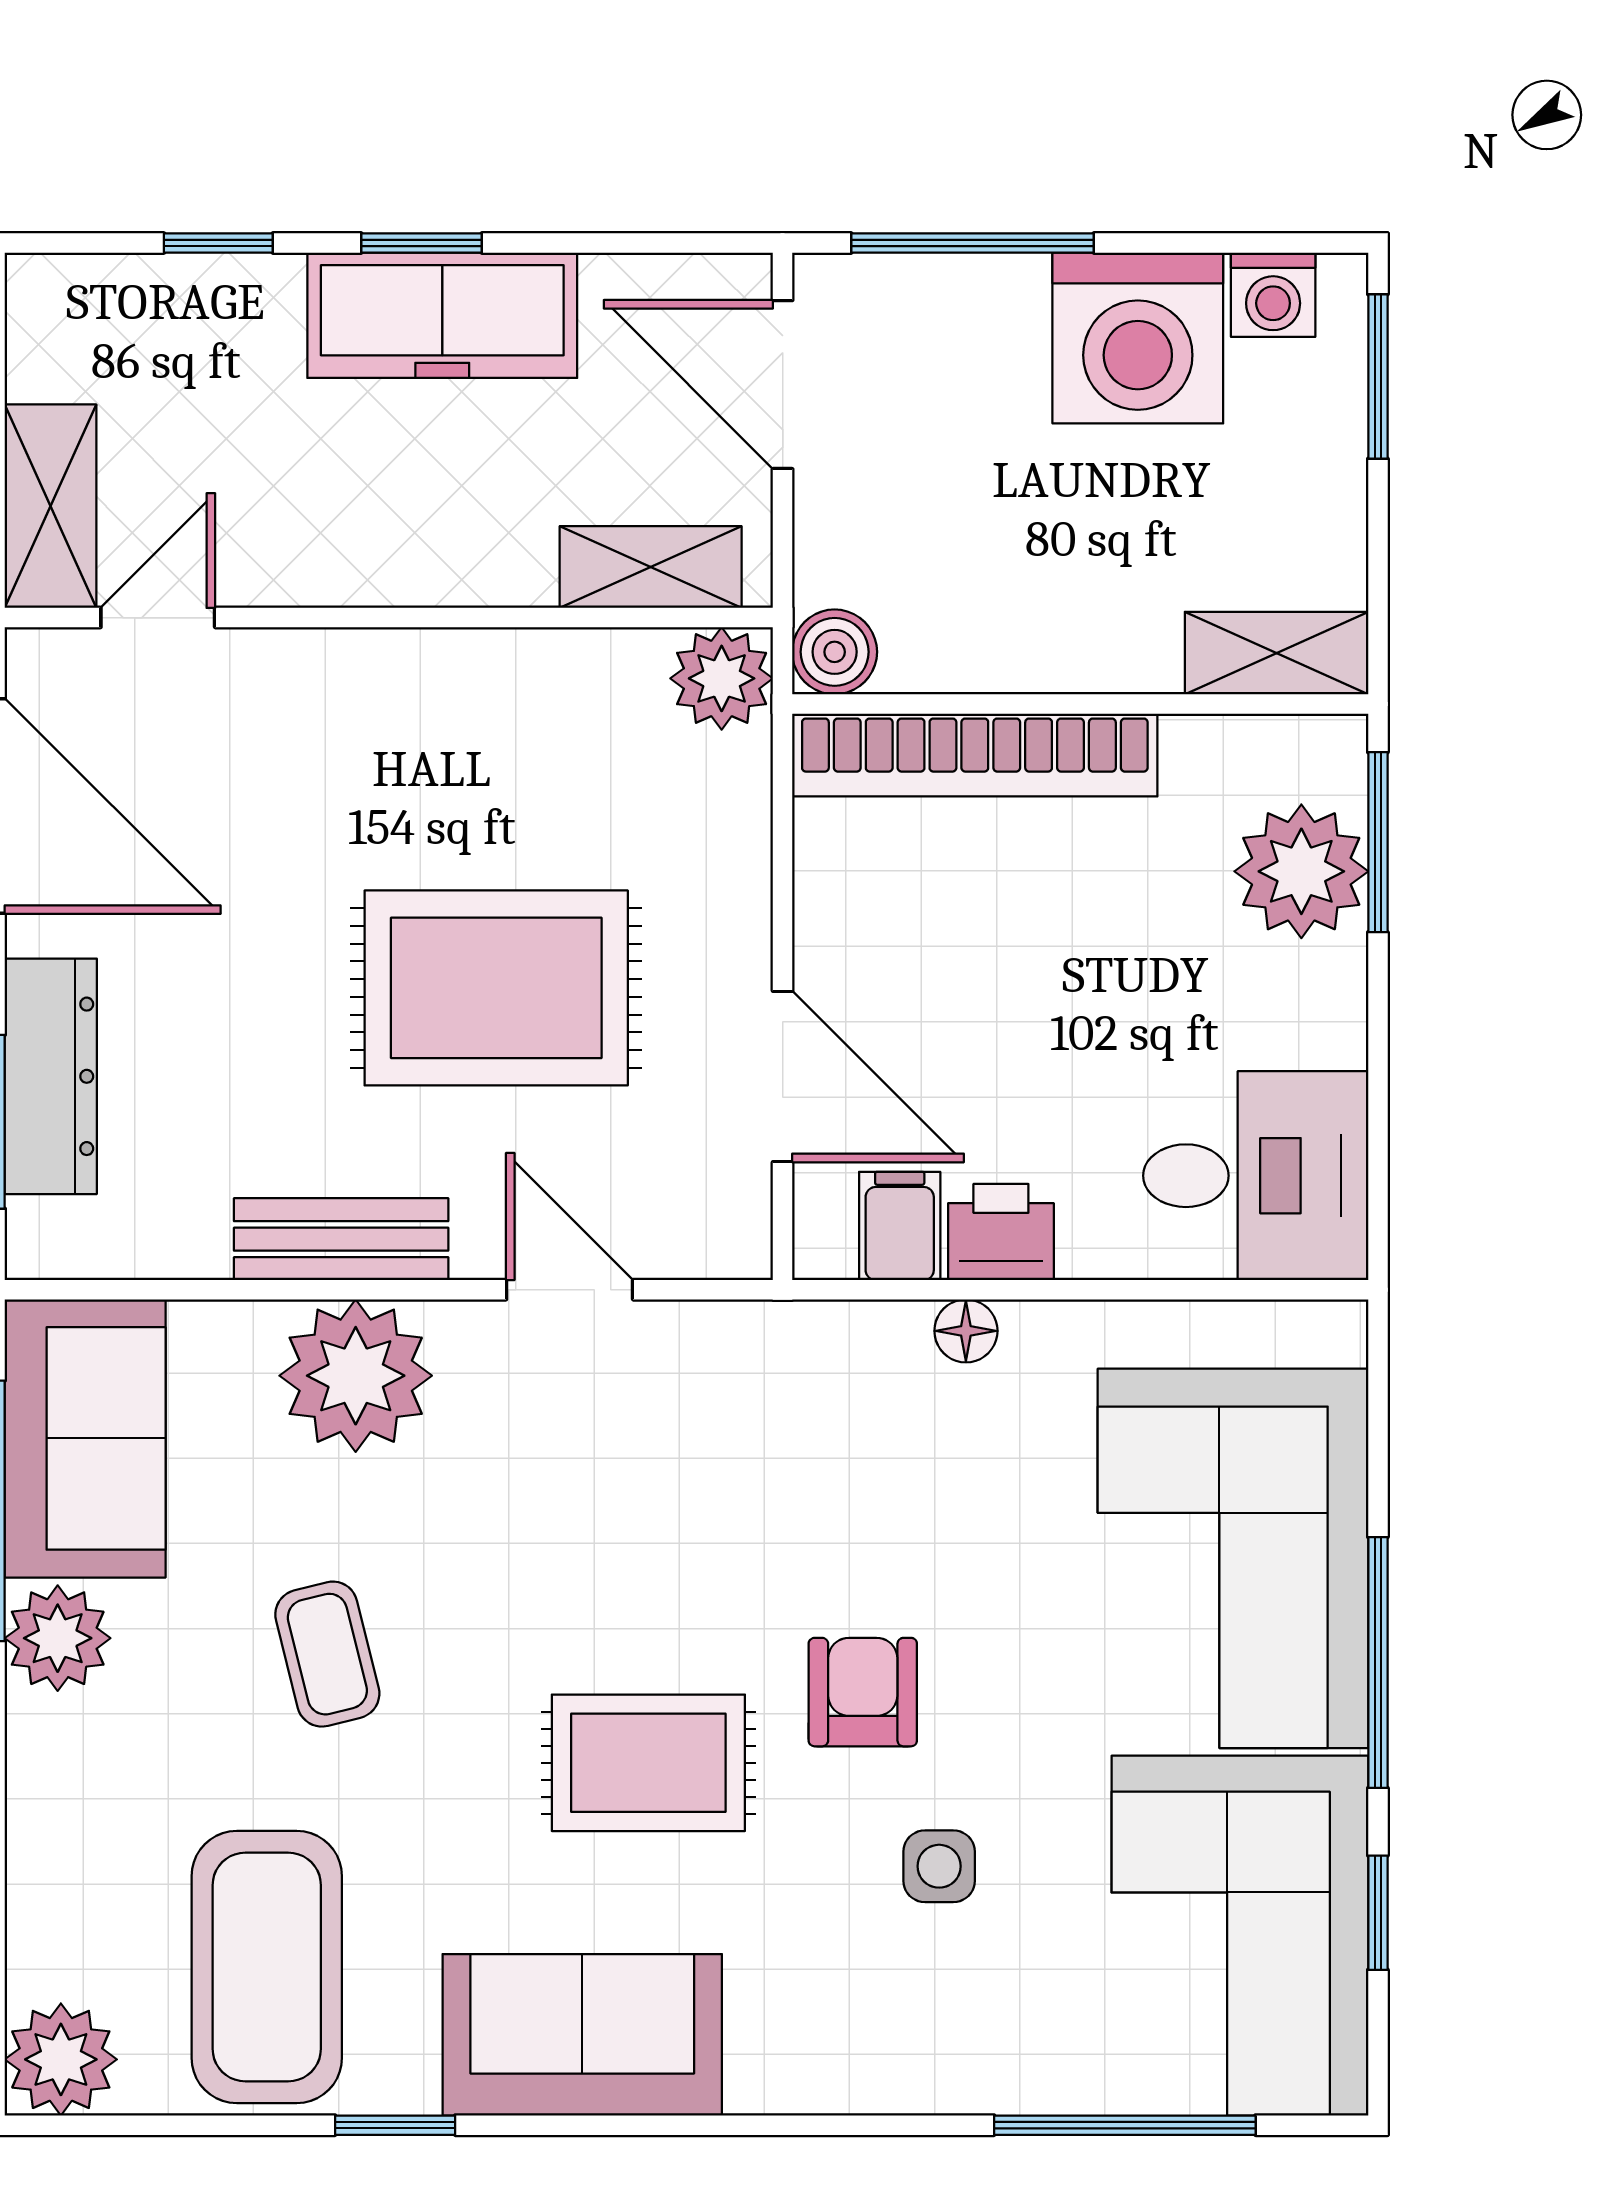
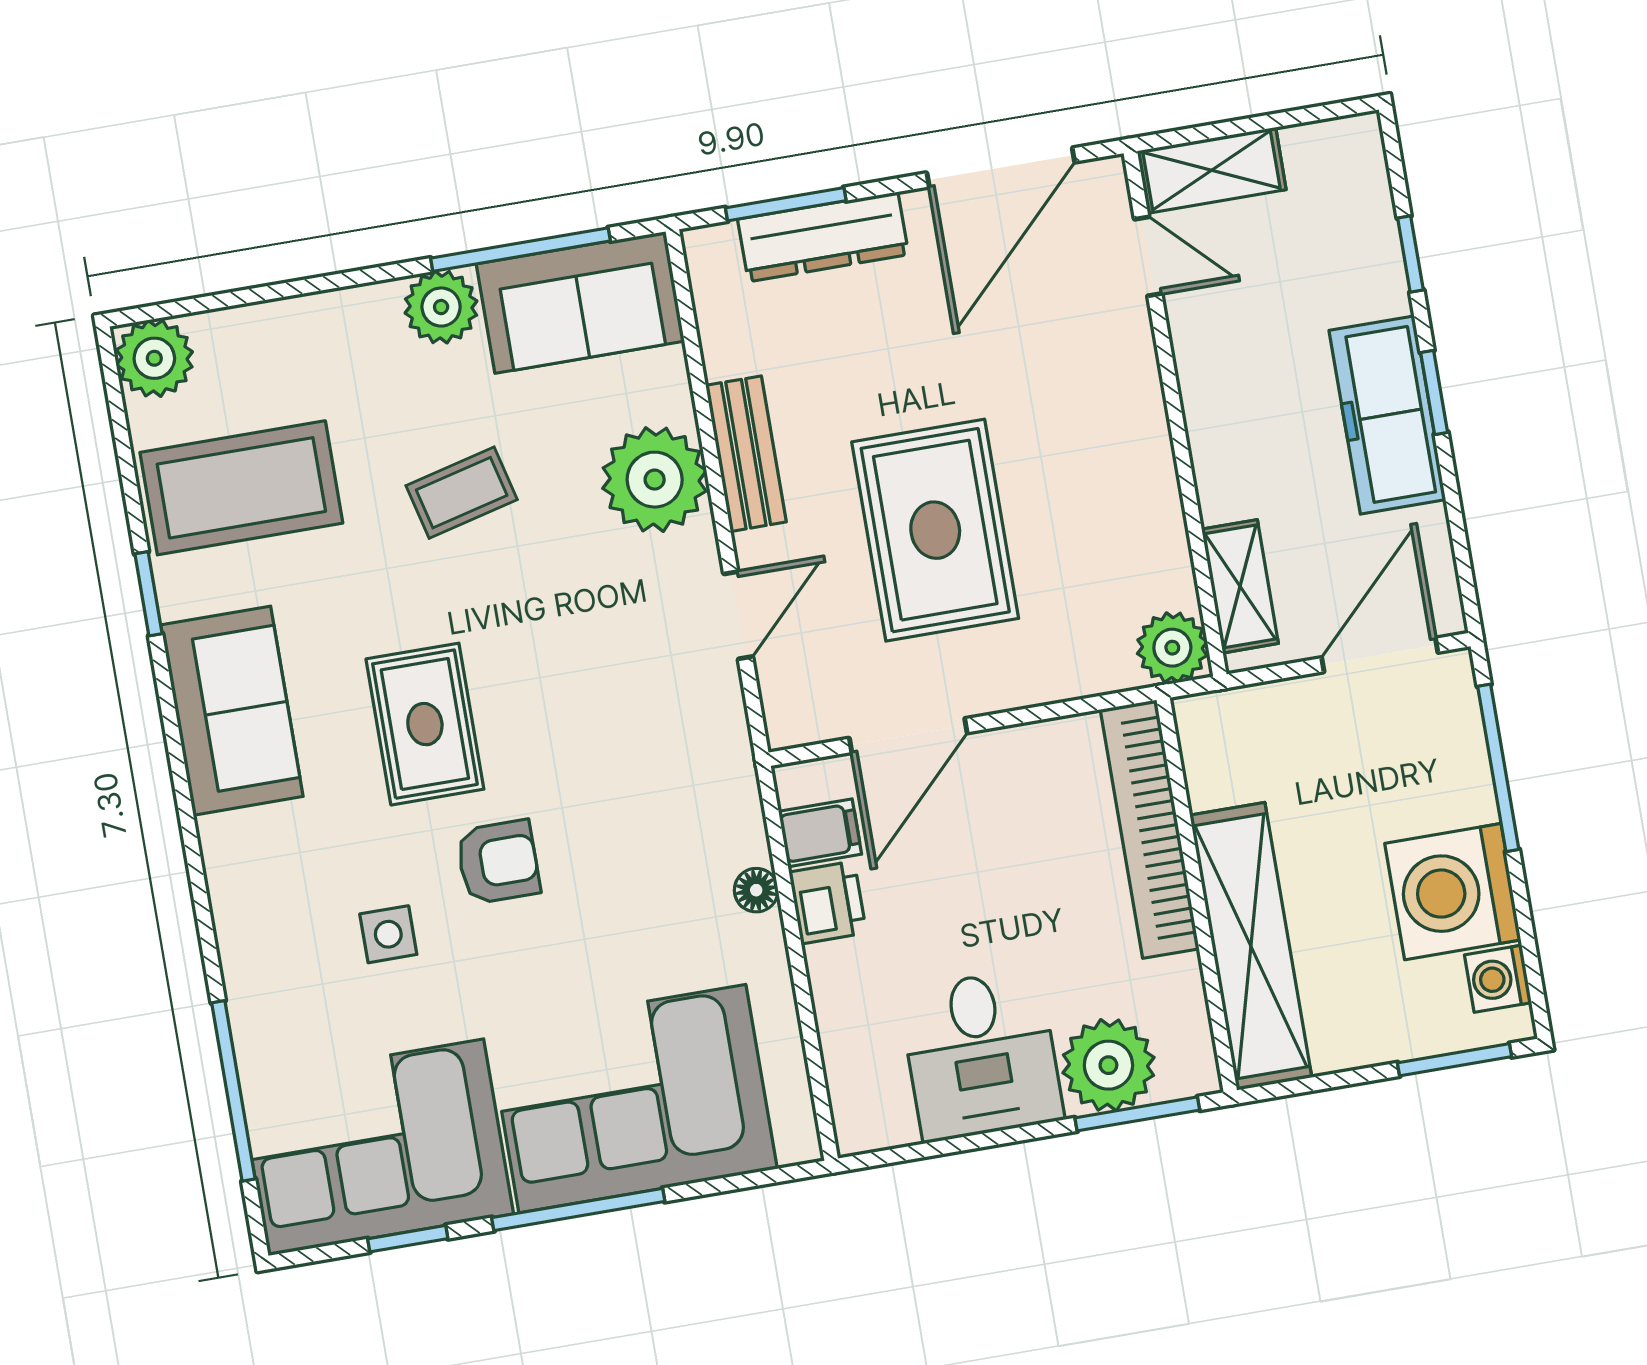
boiler: (835, 652) -> (1204, 722), removed
shelving: (1277, 653) -> (1251, 946), width x2.20, depth x1.33
desk: (1256, 1176) -> (981, 1055), moved

